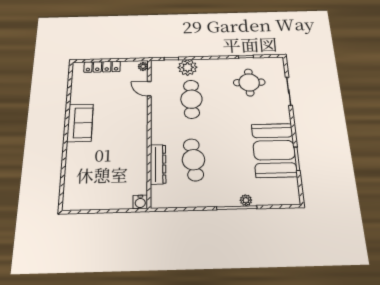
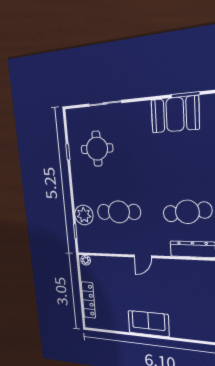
door: (149, 89) -> (143, 256), moved
booth: (274, 150) -> (175, 114), width x0.73, depth x0.70

